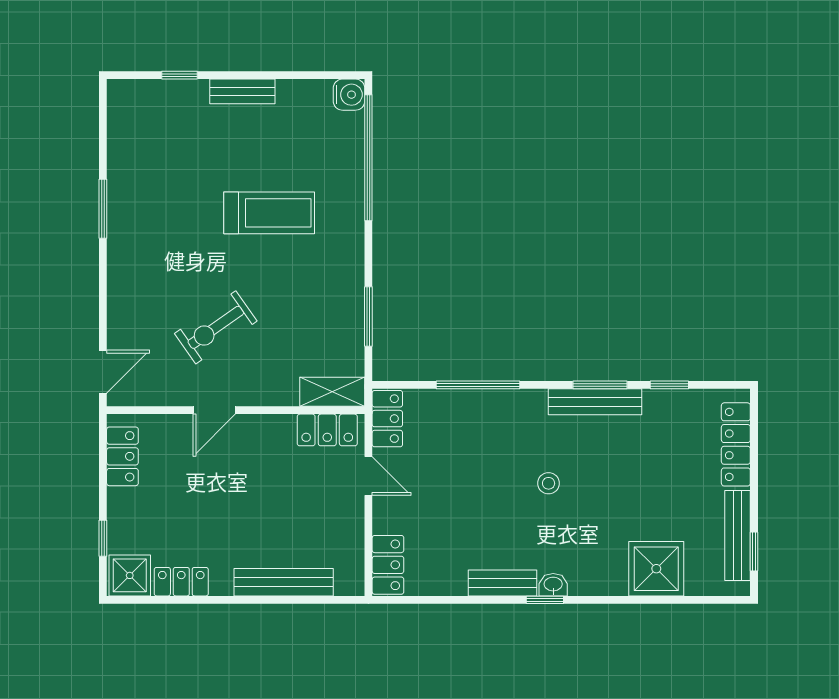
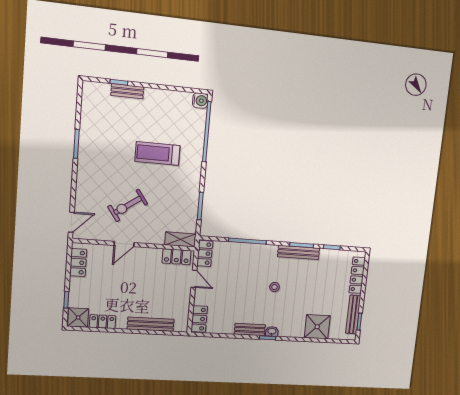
bench: (242, 91) -> (127, 91), moved
treadmill: (269, 213) -> (157, 153), turned 180

